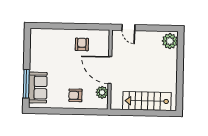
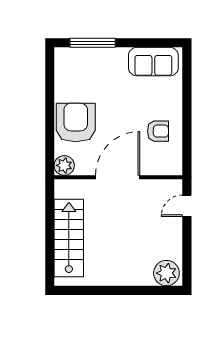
sofa: (38, 88) -> (153, 62), moved
plant: (102, 92) -> (64, 165), moved
armchair: (75, 95) -> (76, 122), width x1.88, depth x1.88

